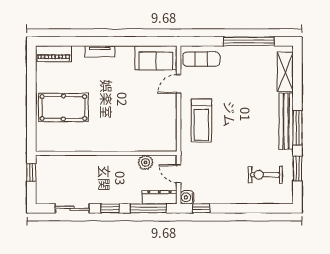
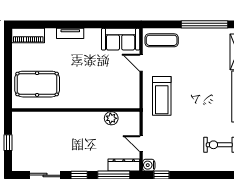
door: (179, 84) -> (141, 63), hinge flipped
wall: (106, 153) -> (76, 110), moved
plant: (146, 162) -> (111, 118), moved

